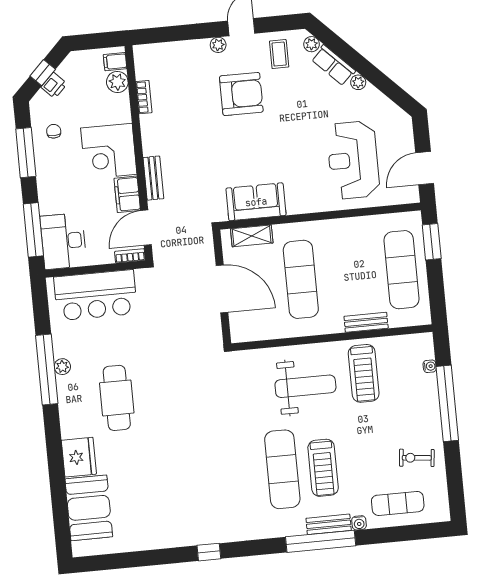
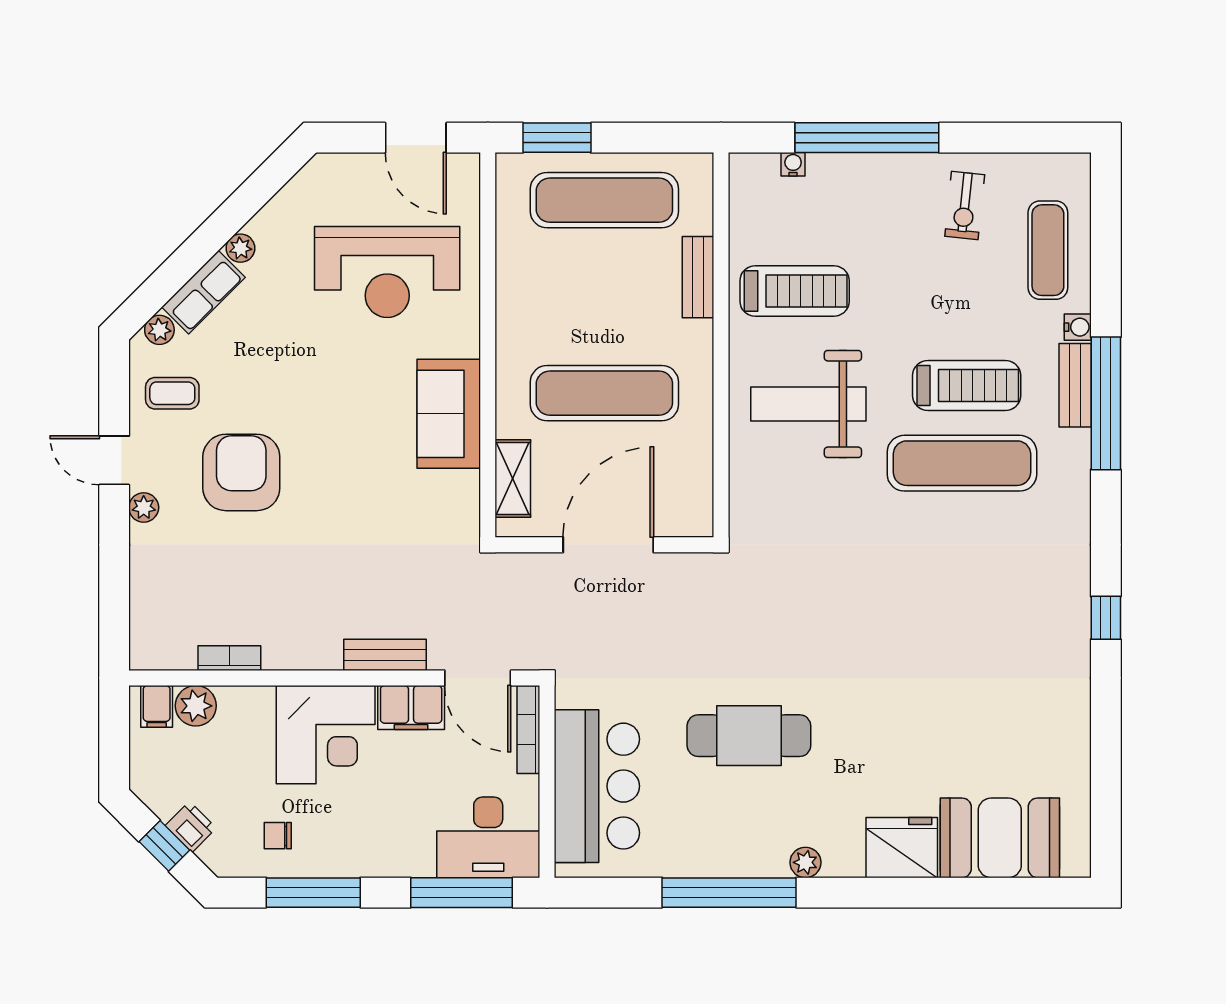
sofa: (256, 202) -> (449, 414), moved
bookcase: (130, 256) -> (528, 729), width x1.56
plant: (62, 367) -> (805, 862), moved
weight bench: (305, 386) -> (808, 404), turned -90
cafe table: (117, 398) -> (749, 736), moved

